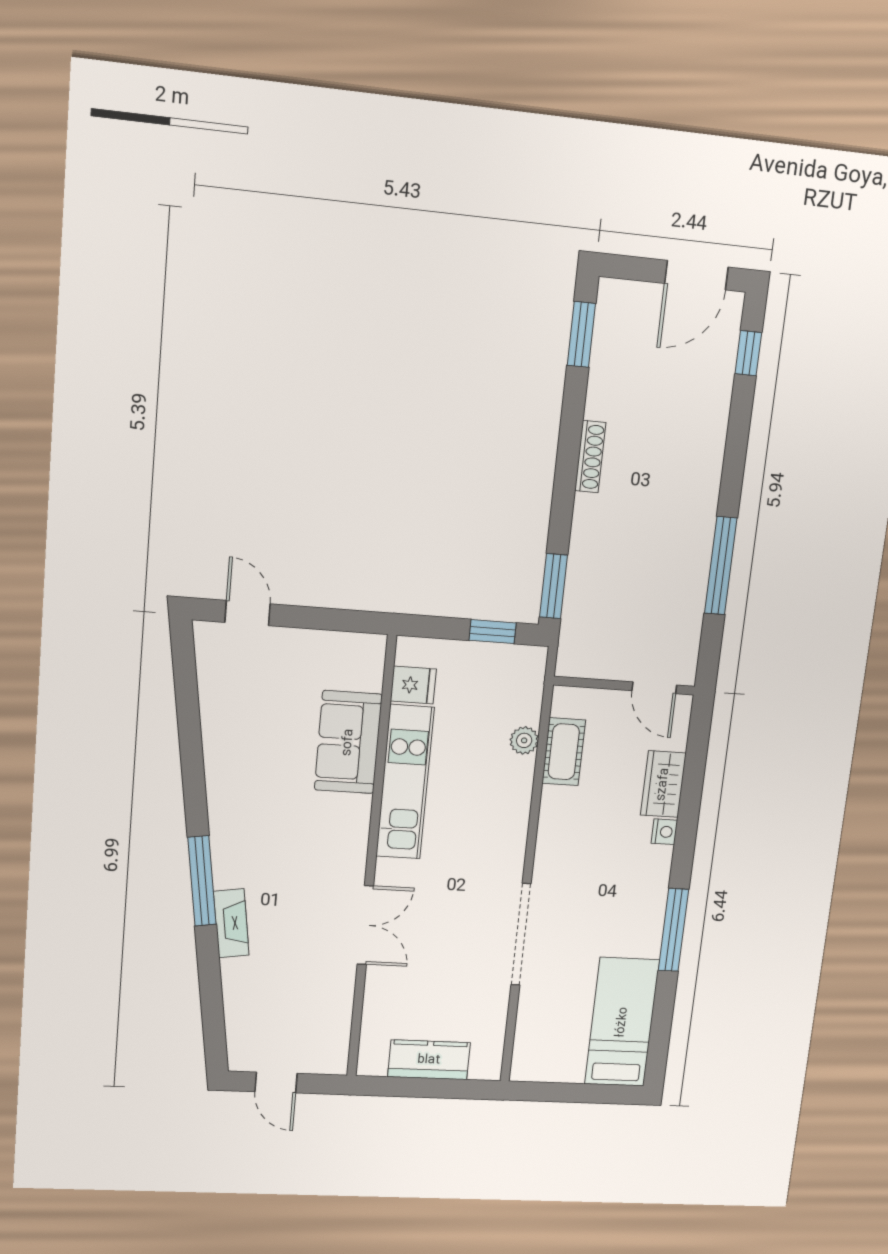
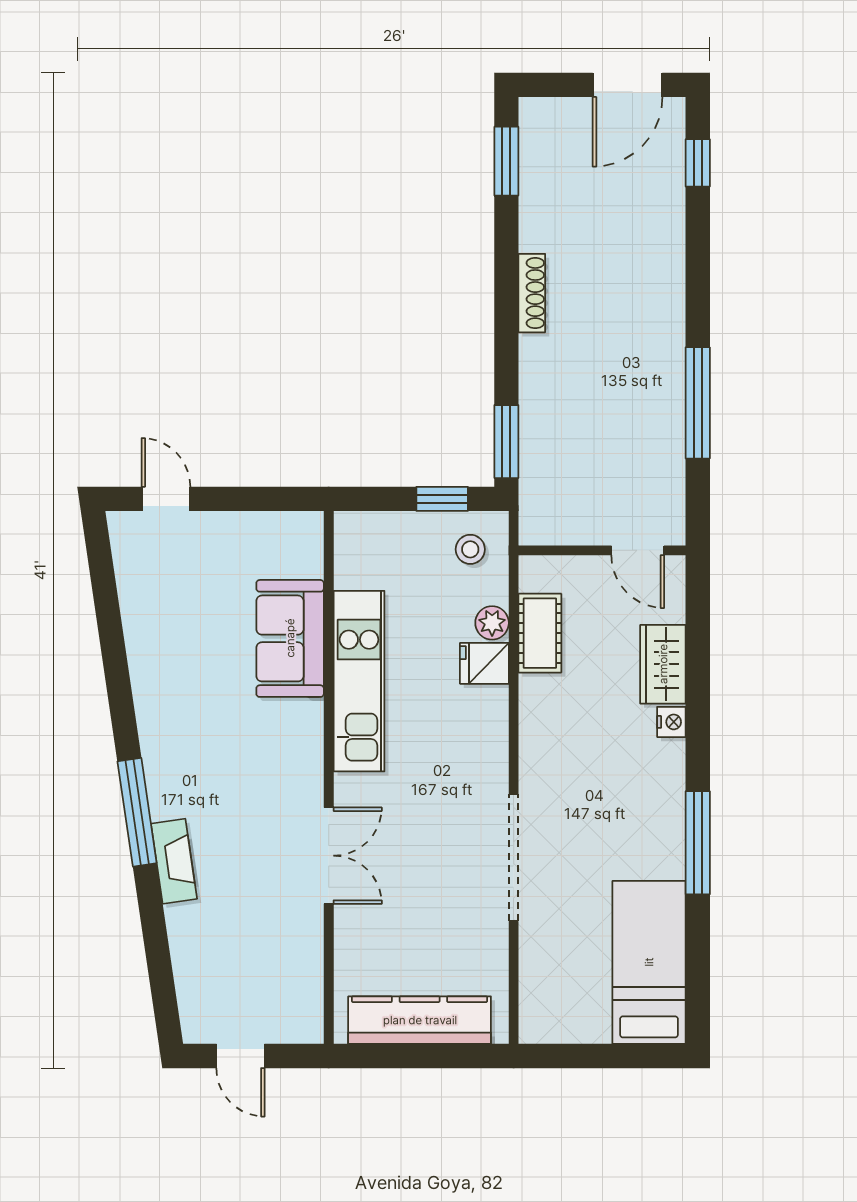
stool: (512, 677) -> (470, 549), added
fridge: (413, 685) -> (484, 663), moved, turned 180
kitchen counter: (429, 1060) -> (420, 1020), width x1.50

